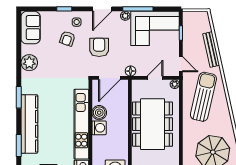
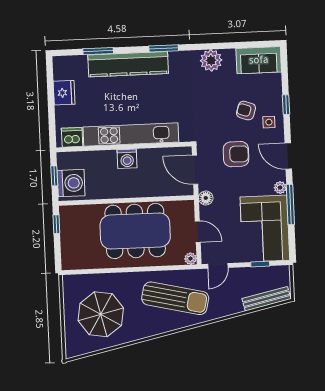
bench: (211, 50) -> (266, 299), moved
boiler: (99, 113) -> (148, 158), removed

